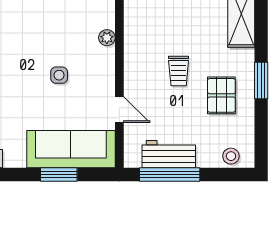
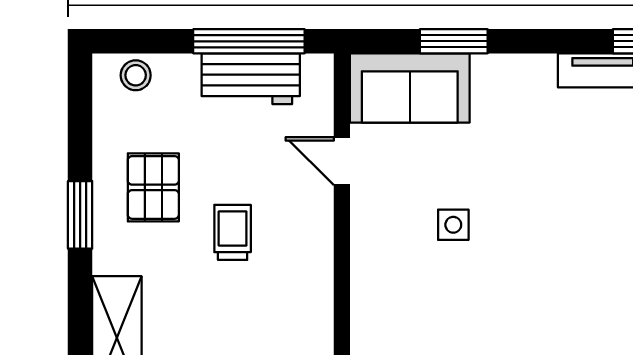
plant: (107, 38) -> (365, 294), removed
sofa: (71, 149) -> (410, 88), width x0.73

